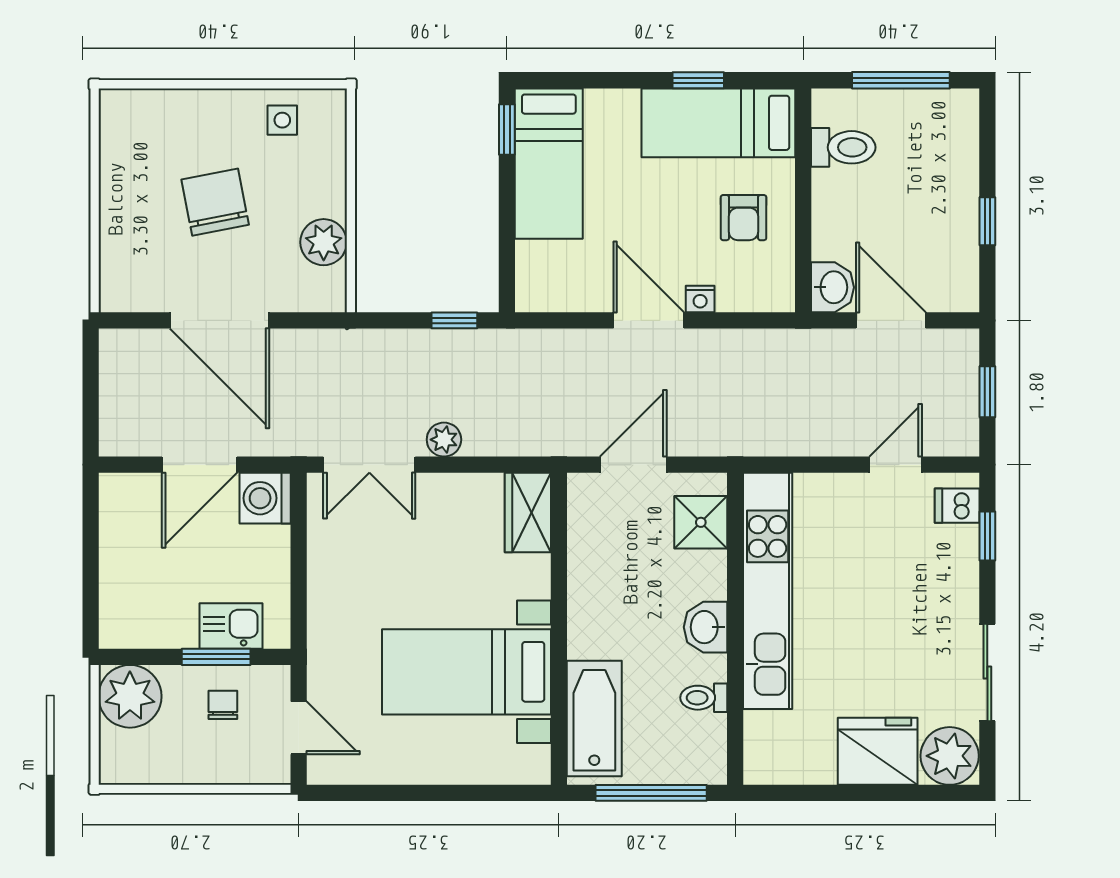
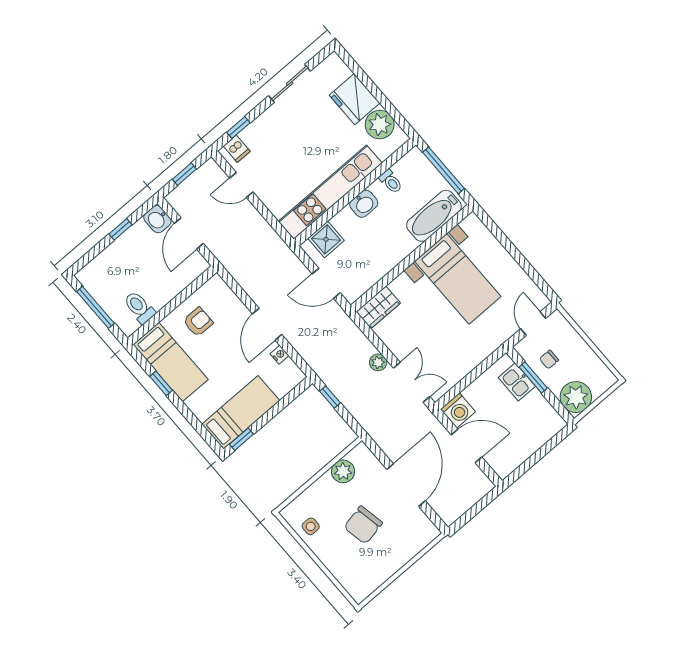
washbasin: (833, 287) -> (157, 219), moved, turned -90
nightstand: (700, 299) -> (279, 355), moved
plant: (950, 756) -> (380, 125), moved

